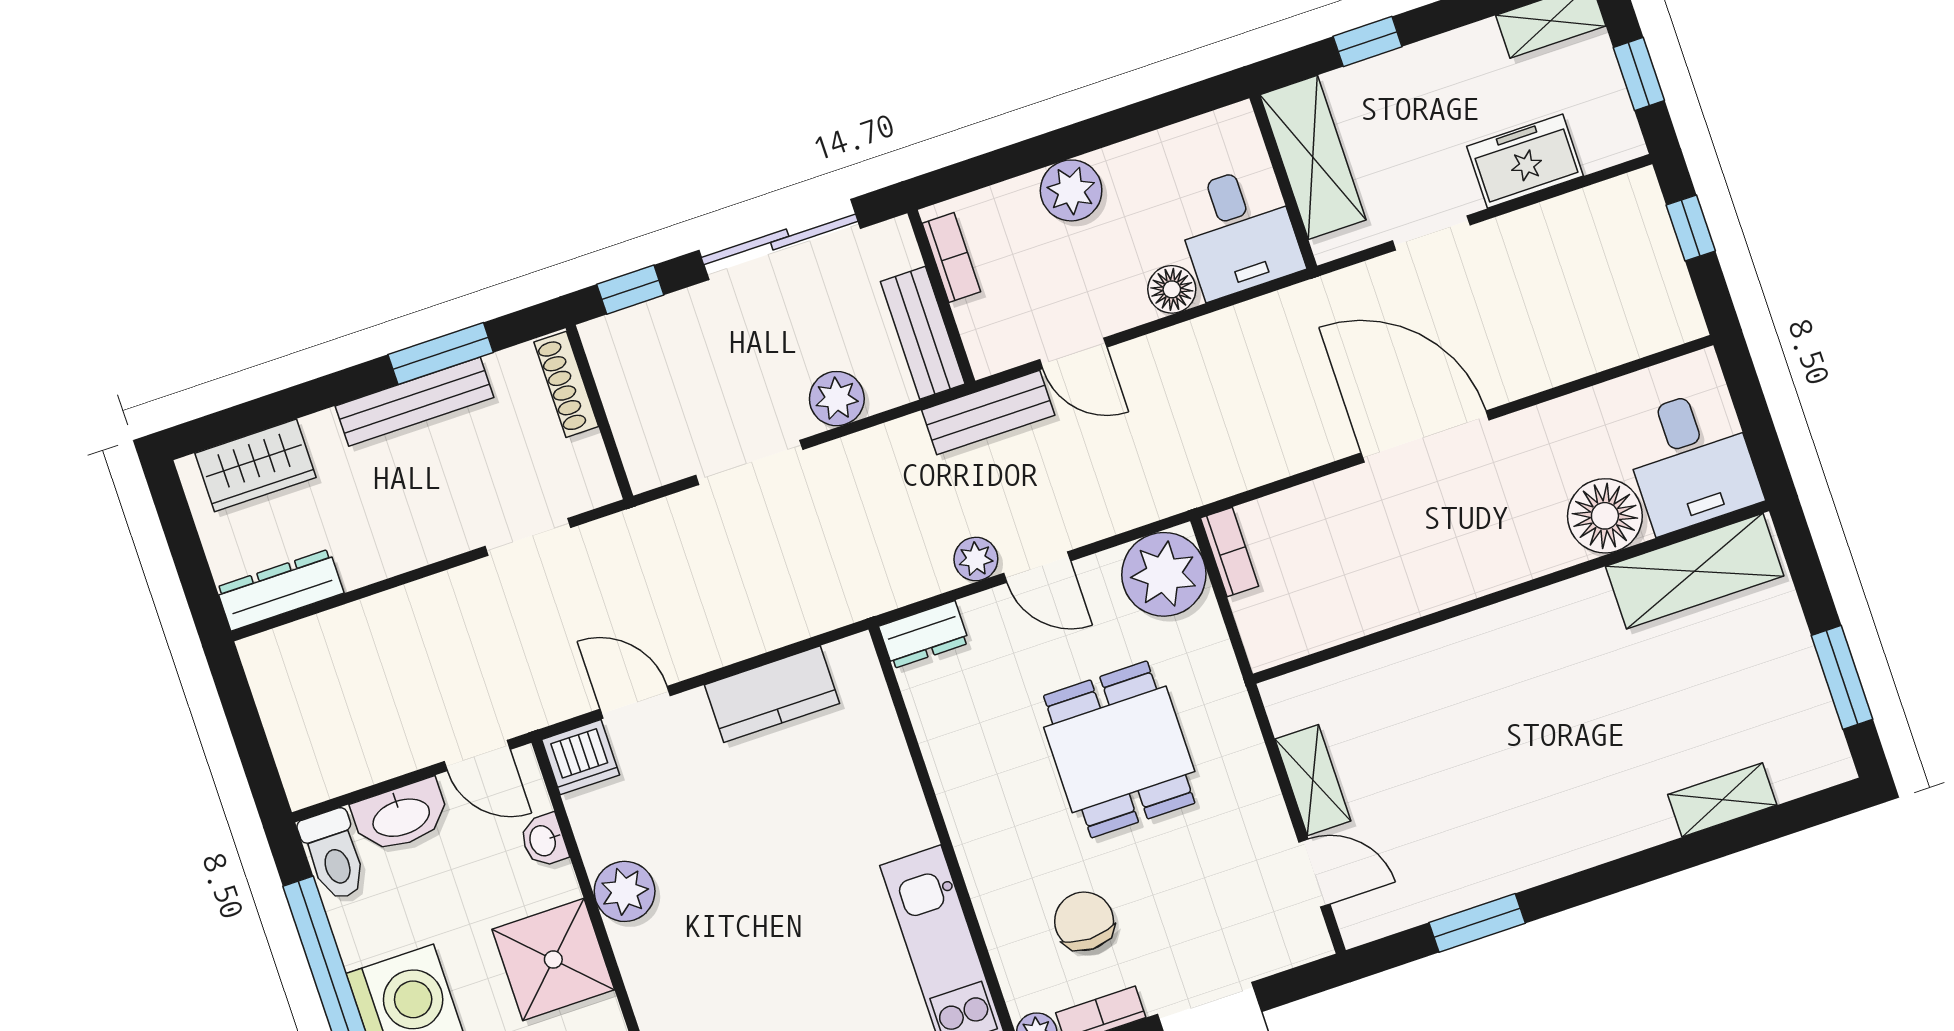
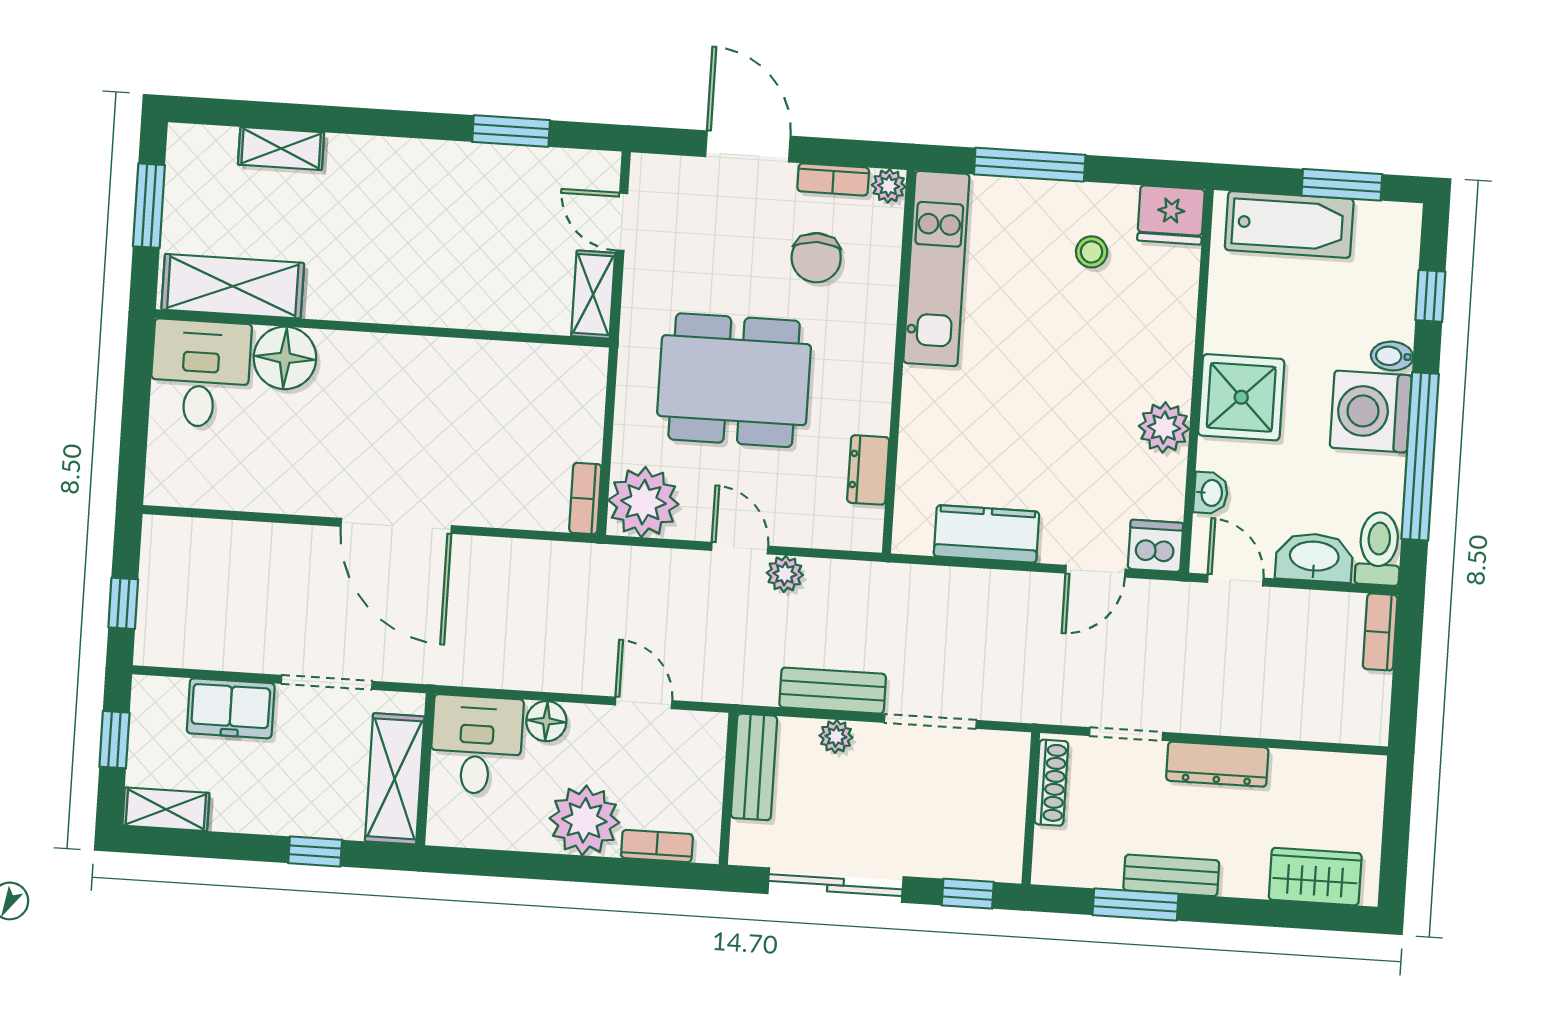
plant: (1071, 190) -> (584, 820), width x1.36, depth x1.36
doorway: (1431, 233) -> (327, 682), width x1.38
bookcase: (951, 257) -> (657, 846), moved, turned 90
shoe rack: (566, 384) -> (1051, 783), moved
plant: (837, 399) -> (836, 736), width x0.73, depth x0.73
bench: (414, 402) -> (1171, 875), width x0.73
bench: (988, 413) -> (833, 691), moved
desk: (1691, 460) -> (200, 374), moved
floor lamp: (1605, 516) -> (285, 358), moved
shelving: (1695, 571) -> (233, 286), moved
dresser: (280, 590) -> (1217, 764), moved
wall: (1511, 592) -> (382, 328), moved
dresser: (924, 635) -> (868, 470), moved, turned -90
door: (635, 702) -> (1095, 571), hinge flipped
dining table: (1119, 749) -> (734, 380), width x1.38
bookcase: (294, 764) -> (1380, 632), added

